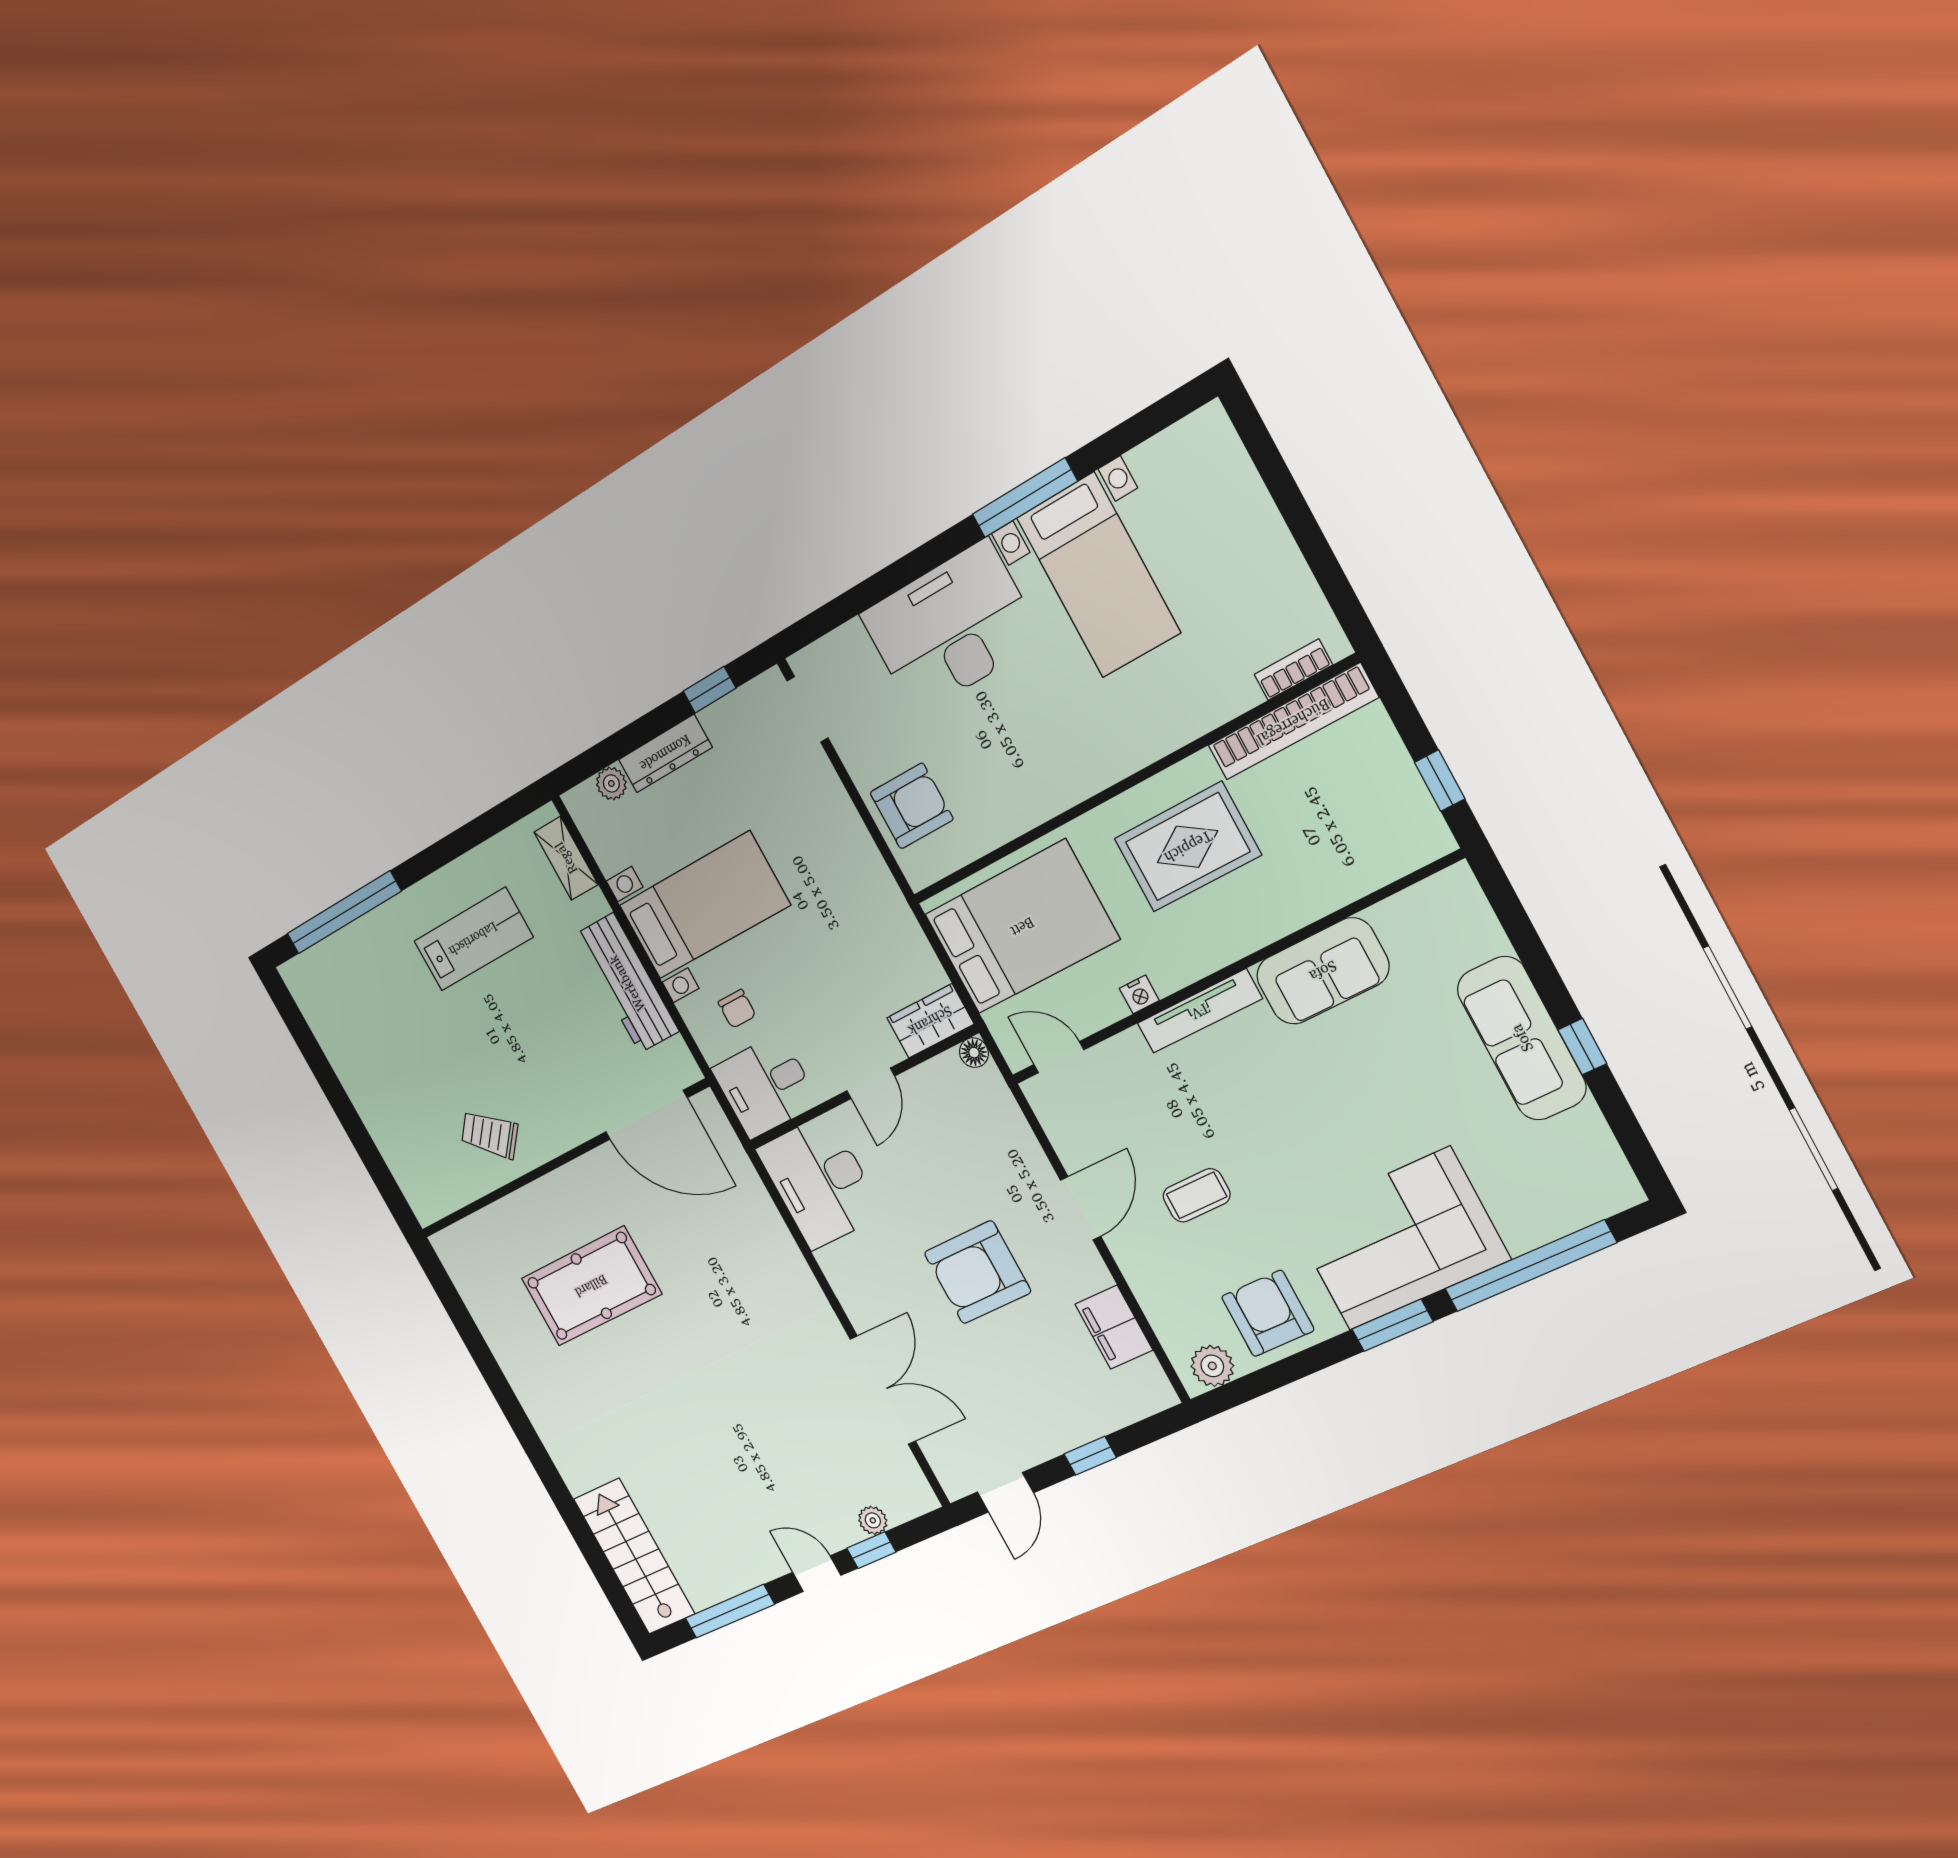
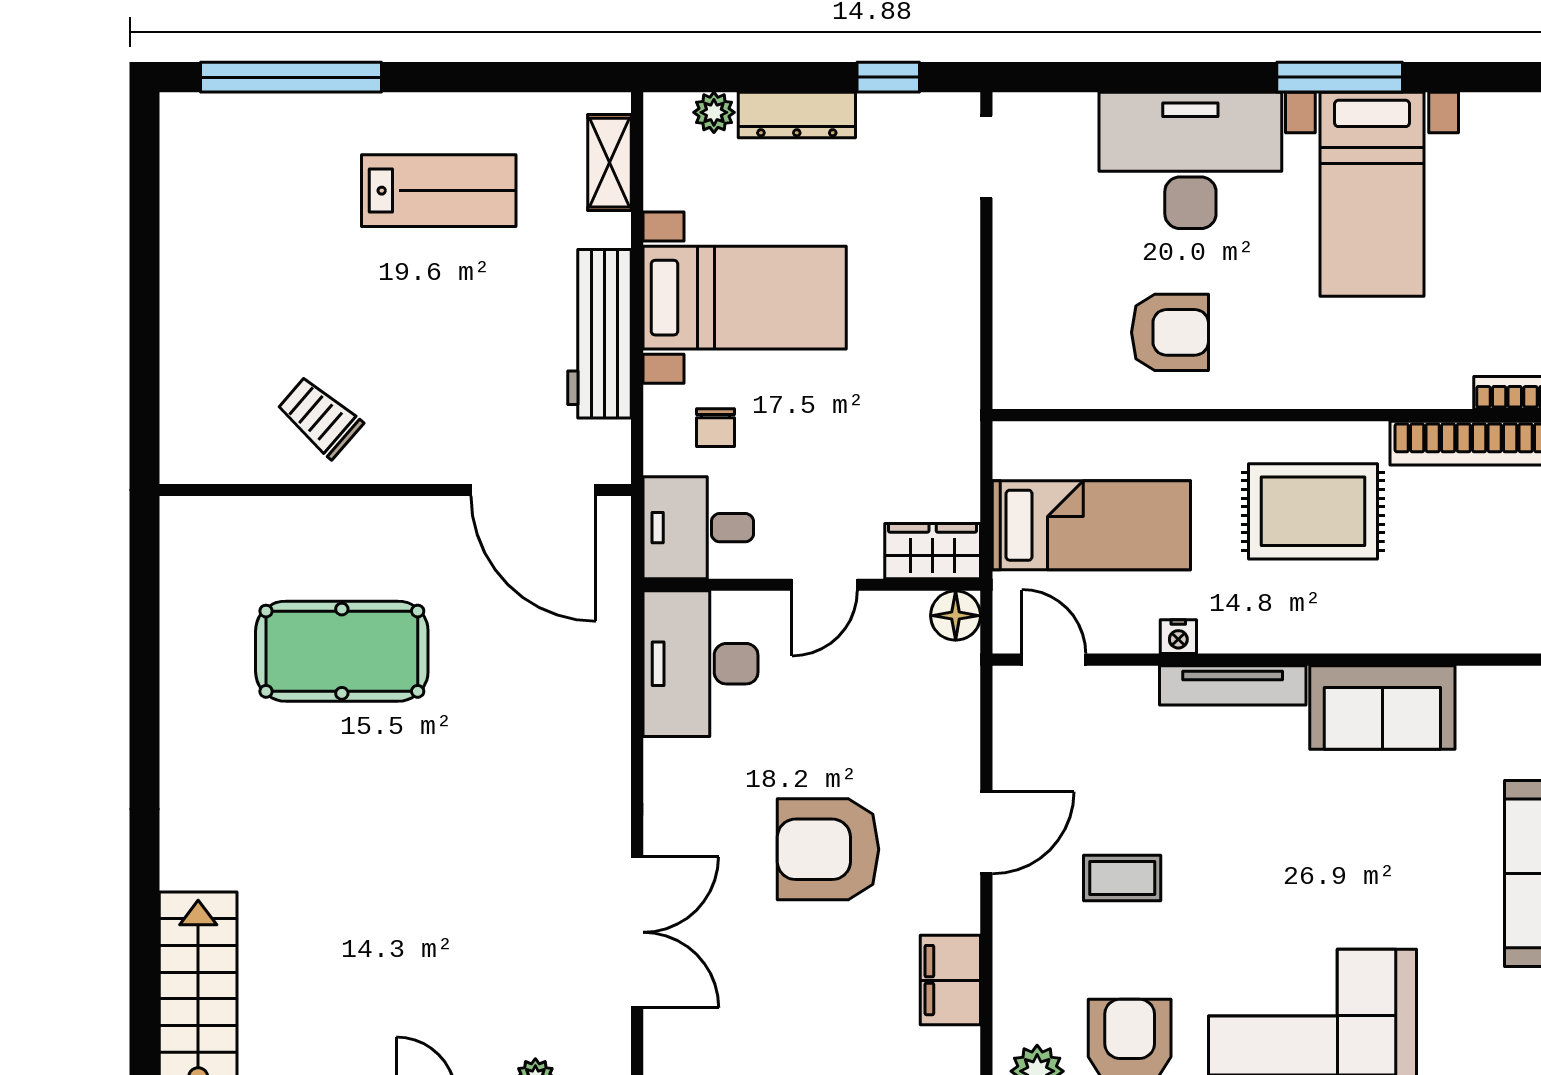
armchair: (912, 806) -> (1170, 332), moved
bed: (1022, 927) -> (1091, 525), width x0.67
floor lamp: (974, 1053) -> (956, 616), width x1.37, depth x1.37

